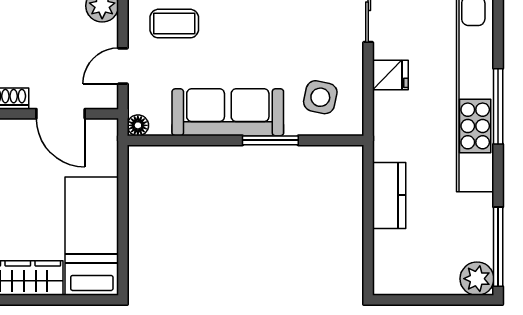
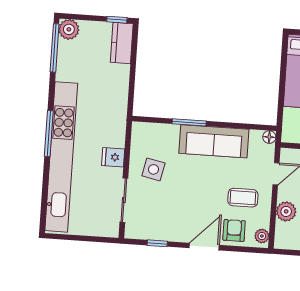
side table: (320, 97) -> (153, 169), moved
kitchen counter: (389, 195) -> (122, 43), moved
window: (400, 300) -> (117, 20), added

